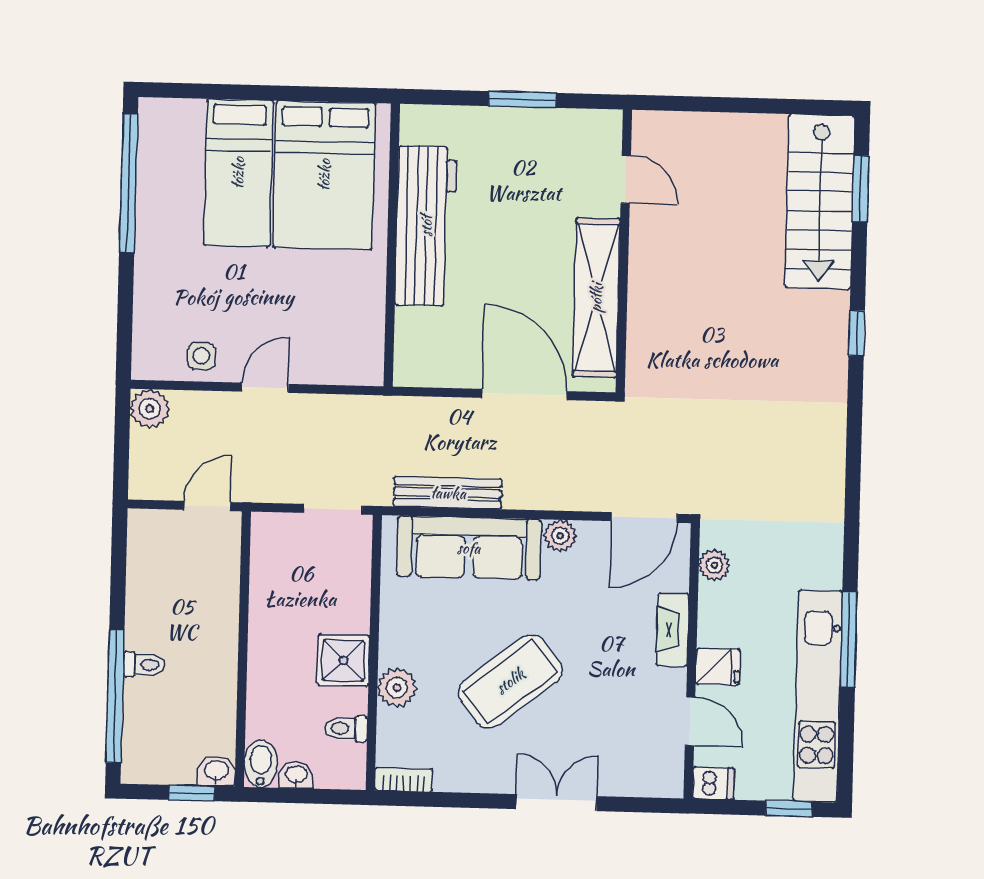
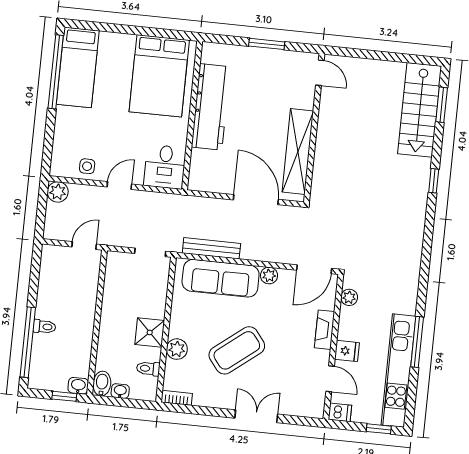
bed: (238, 173) -> (78, 67), moved
door: (626, 179) -> (320, 73), moved
desk: (348, 346) -> (165, 167), added

